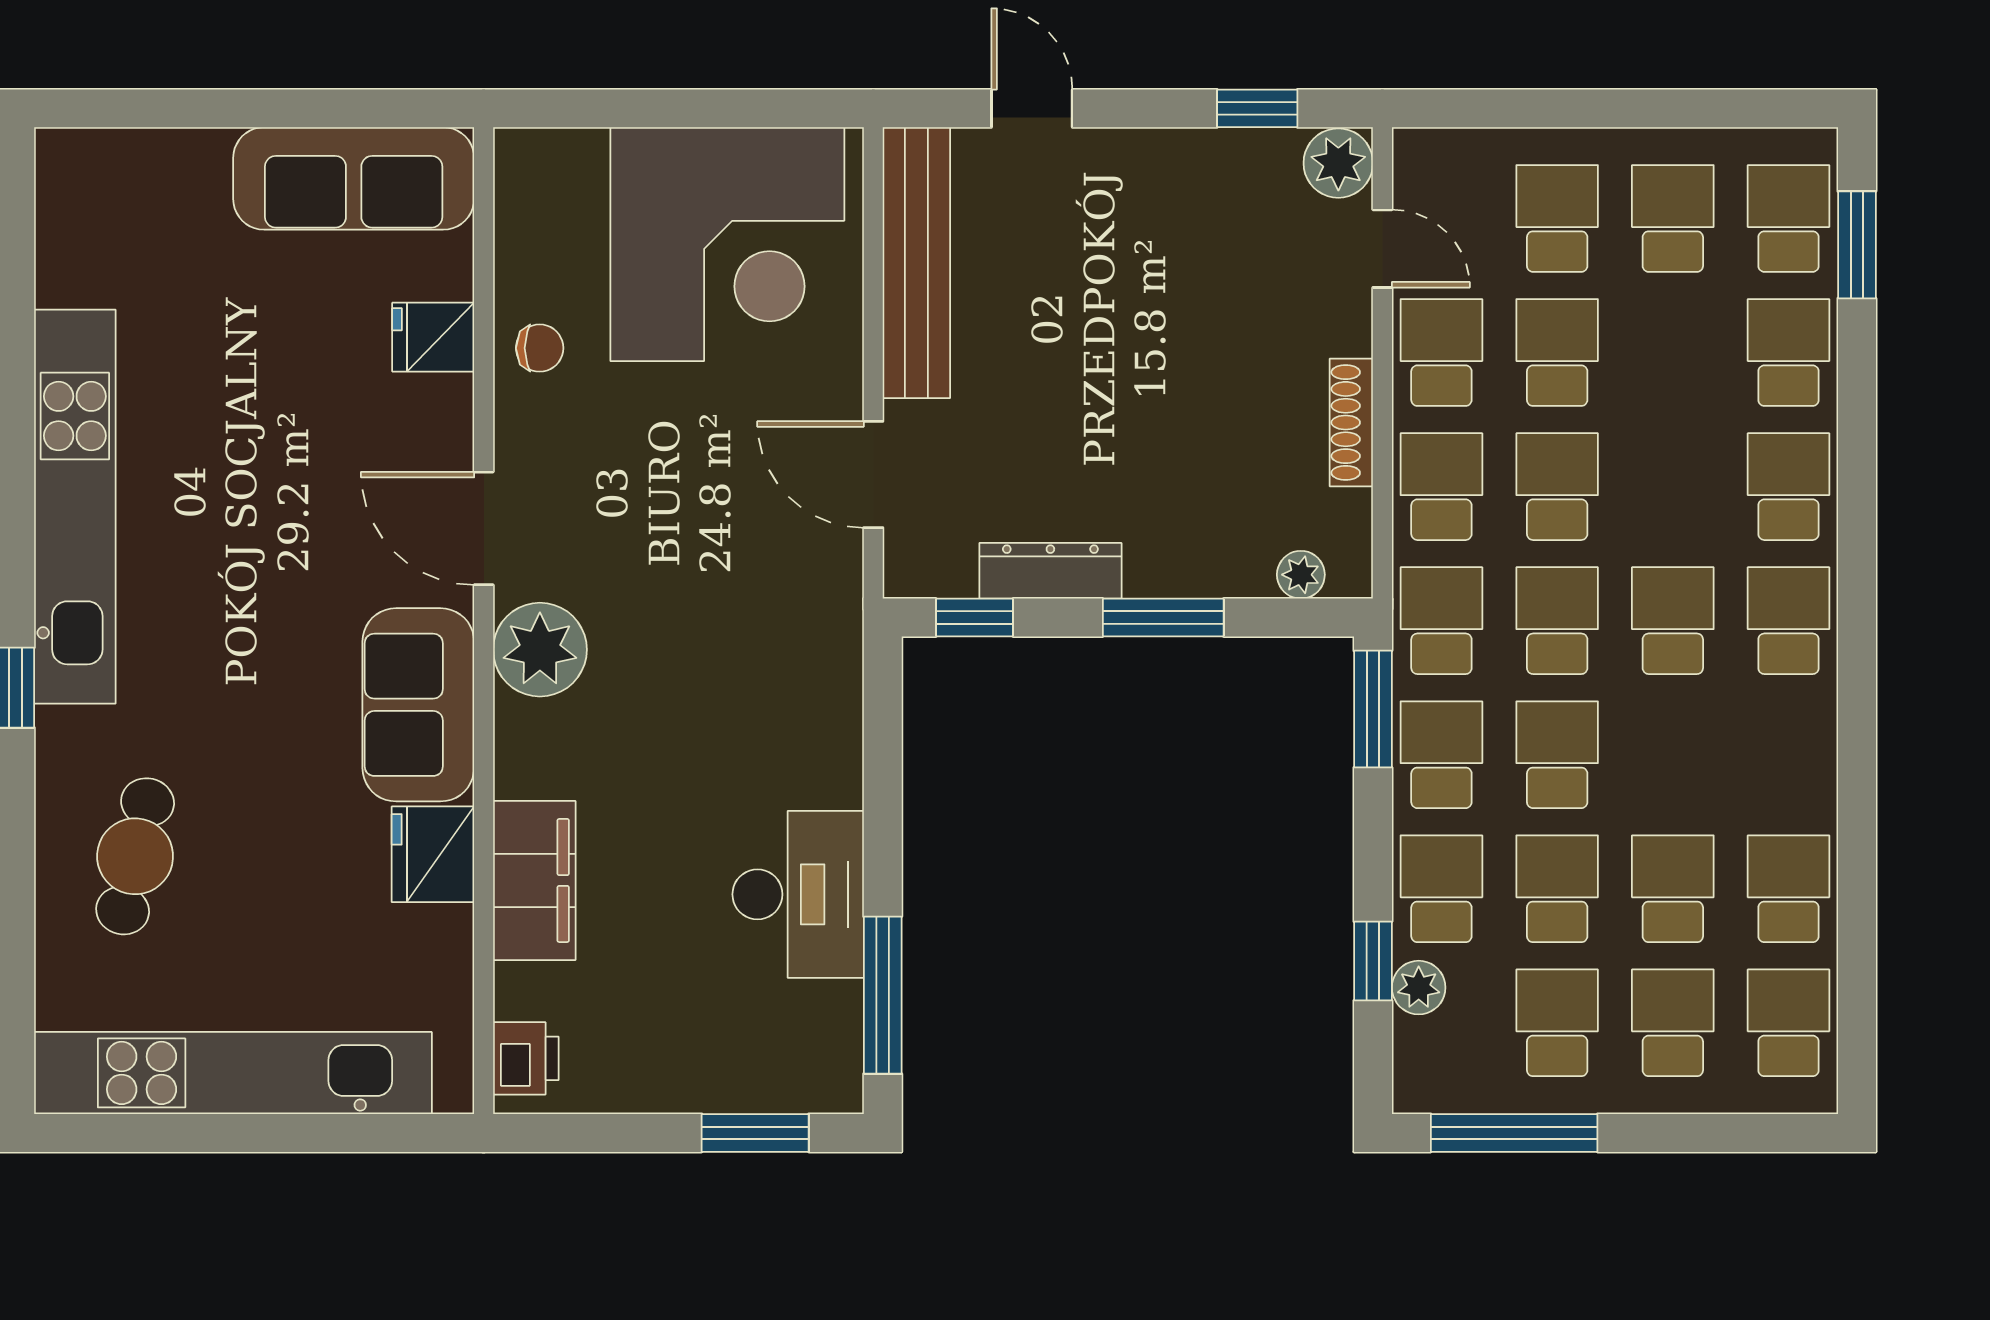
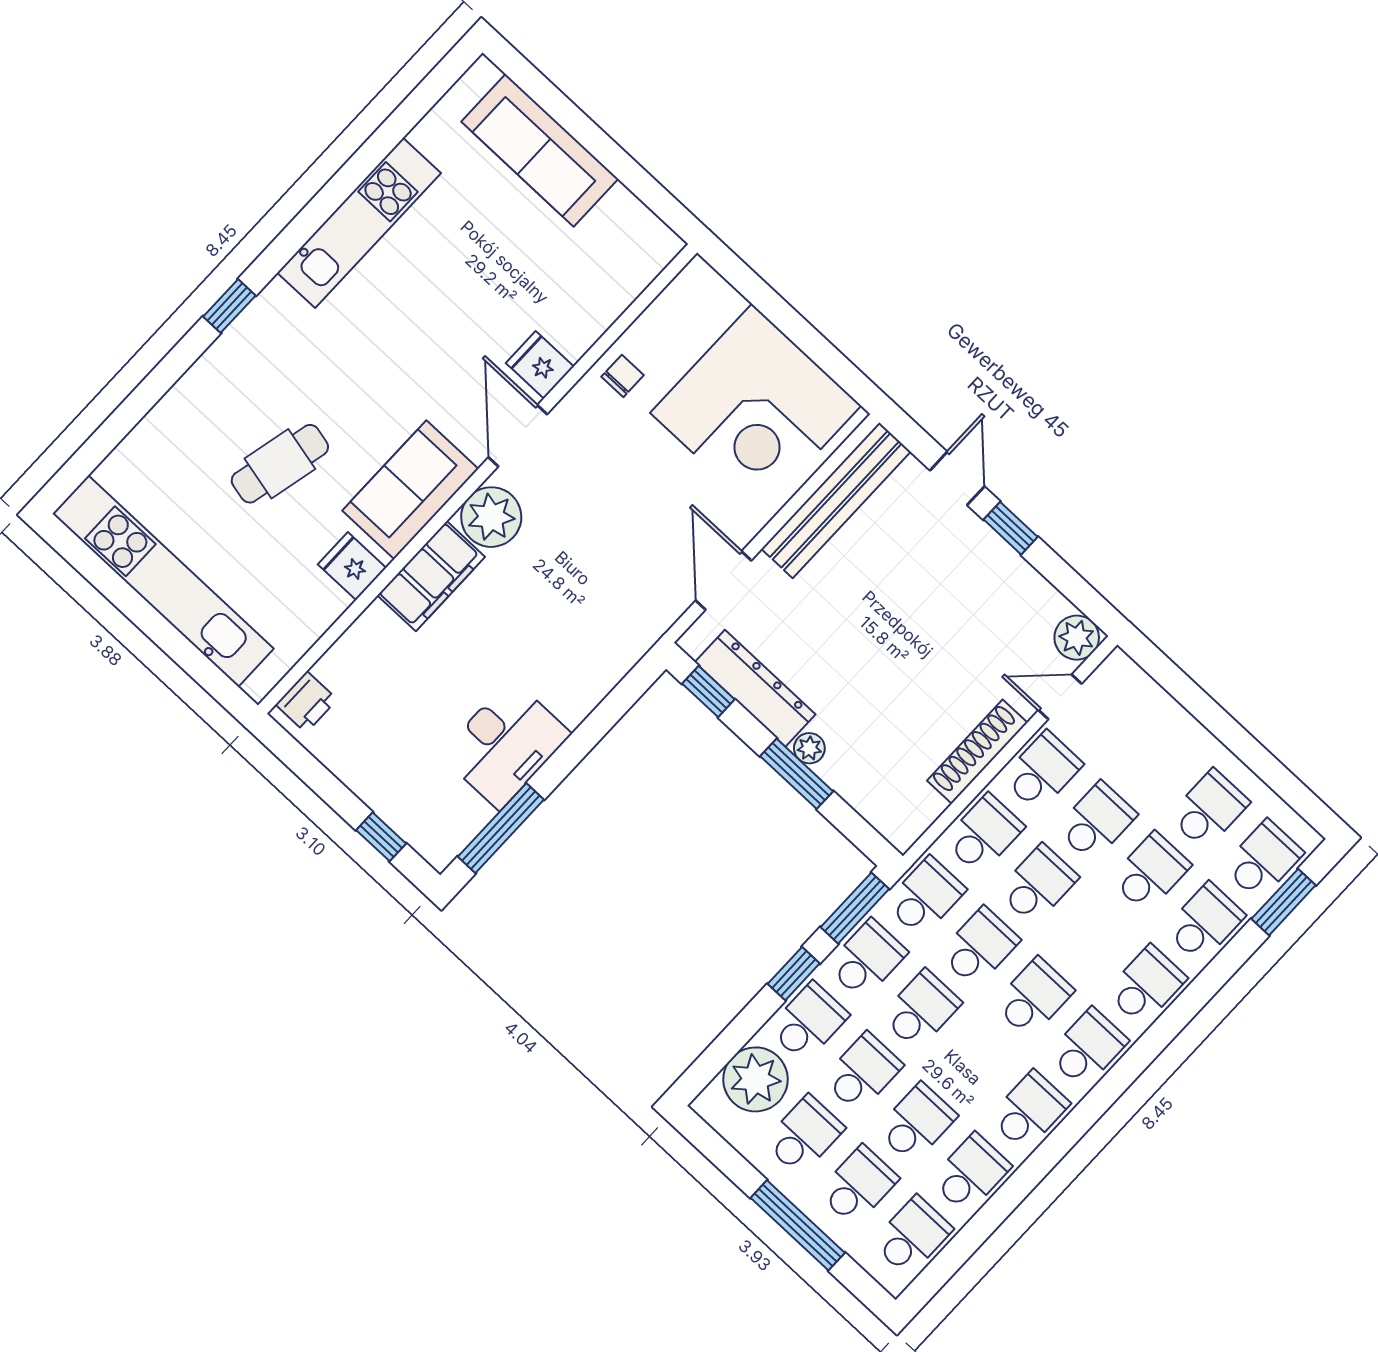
window: (1257, 108) -> (1011, 528), moved
sofa: (354, 178) -> (540, 150), moved
school desk: (1557, 218) -> (1151, 872), moved
door: (1382, 249) -> (1060, 697), swing flipped
fridge: (433, 337) -> (540, 365), moved
chair: (540, 348) -> (623, 376), turned -90
shoe rack: (1351, 423) -> (977, 752), width x1.36, depth x1.24
kitchen unit: (75, 507) -> (359, 223), width x0.73
dresser: (1050, 571) -> (755, 688), width x1.37, depth x1.24
plant: (1301, 575) -> (809, 748), moved
school desk: (1788, 755) -> (1029, 1111), added
fridge: (433, 854) -> (352, 566), width x0.72
cafe table: (135, 856) -> (280, 464), moved
filing cabinet: (534, 880) -> (431, 576), moved
window: (1373, 961) -> (794, 974), moved
plant: (1419, 988) -> (756, 1079), width x1.88, depth x1.88
window: (755, 1133) -> (381, 837), width x0.67
window: (1514, 1133) -> (798, 1225), moved

